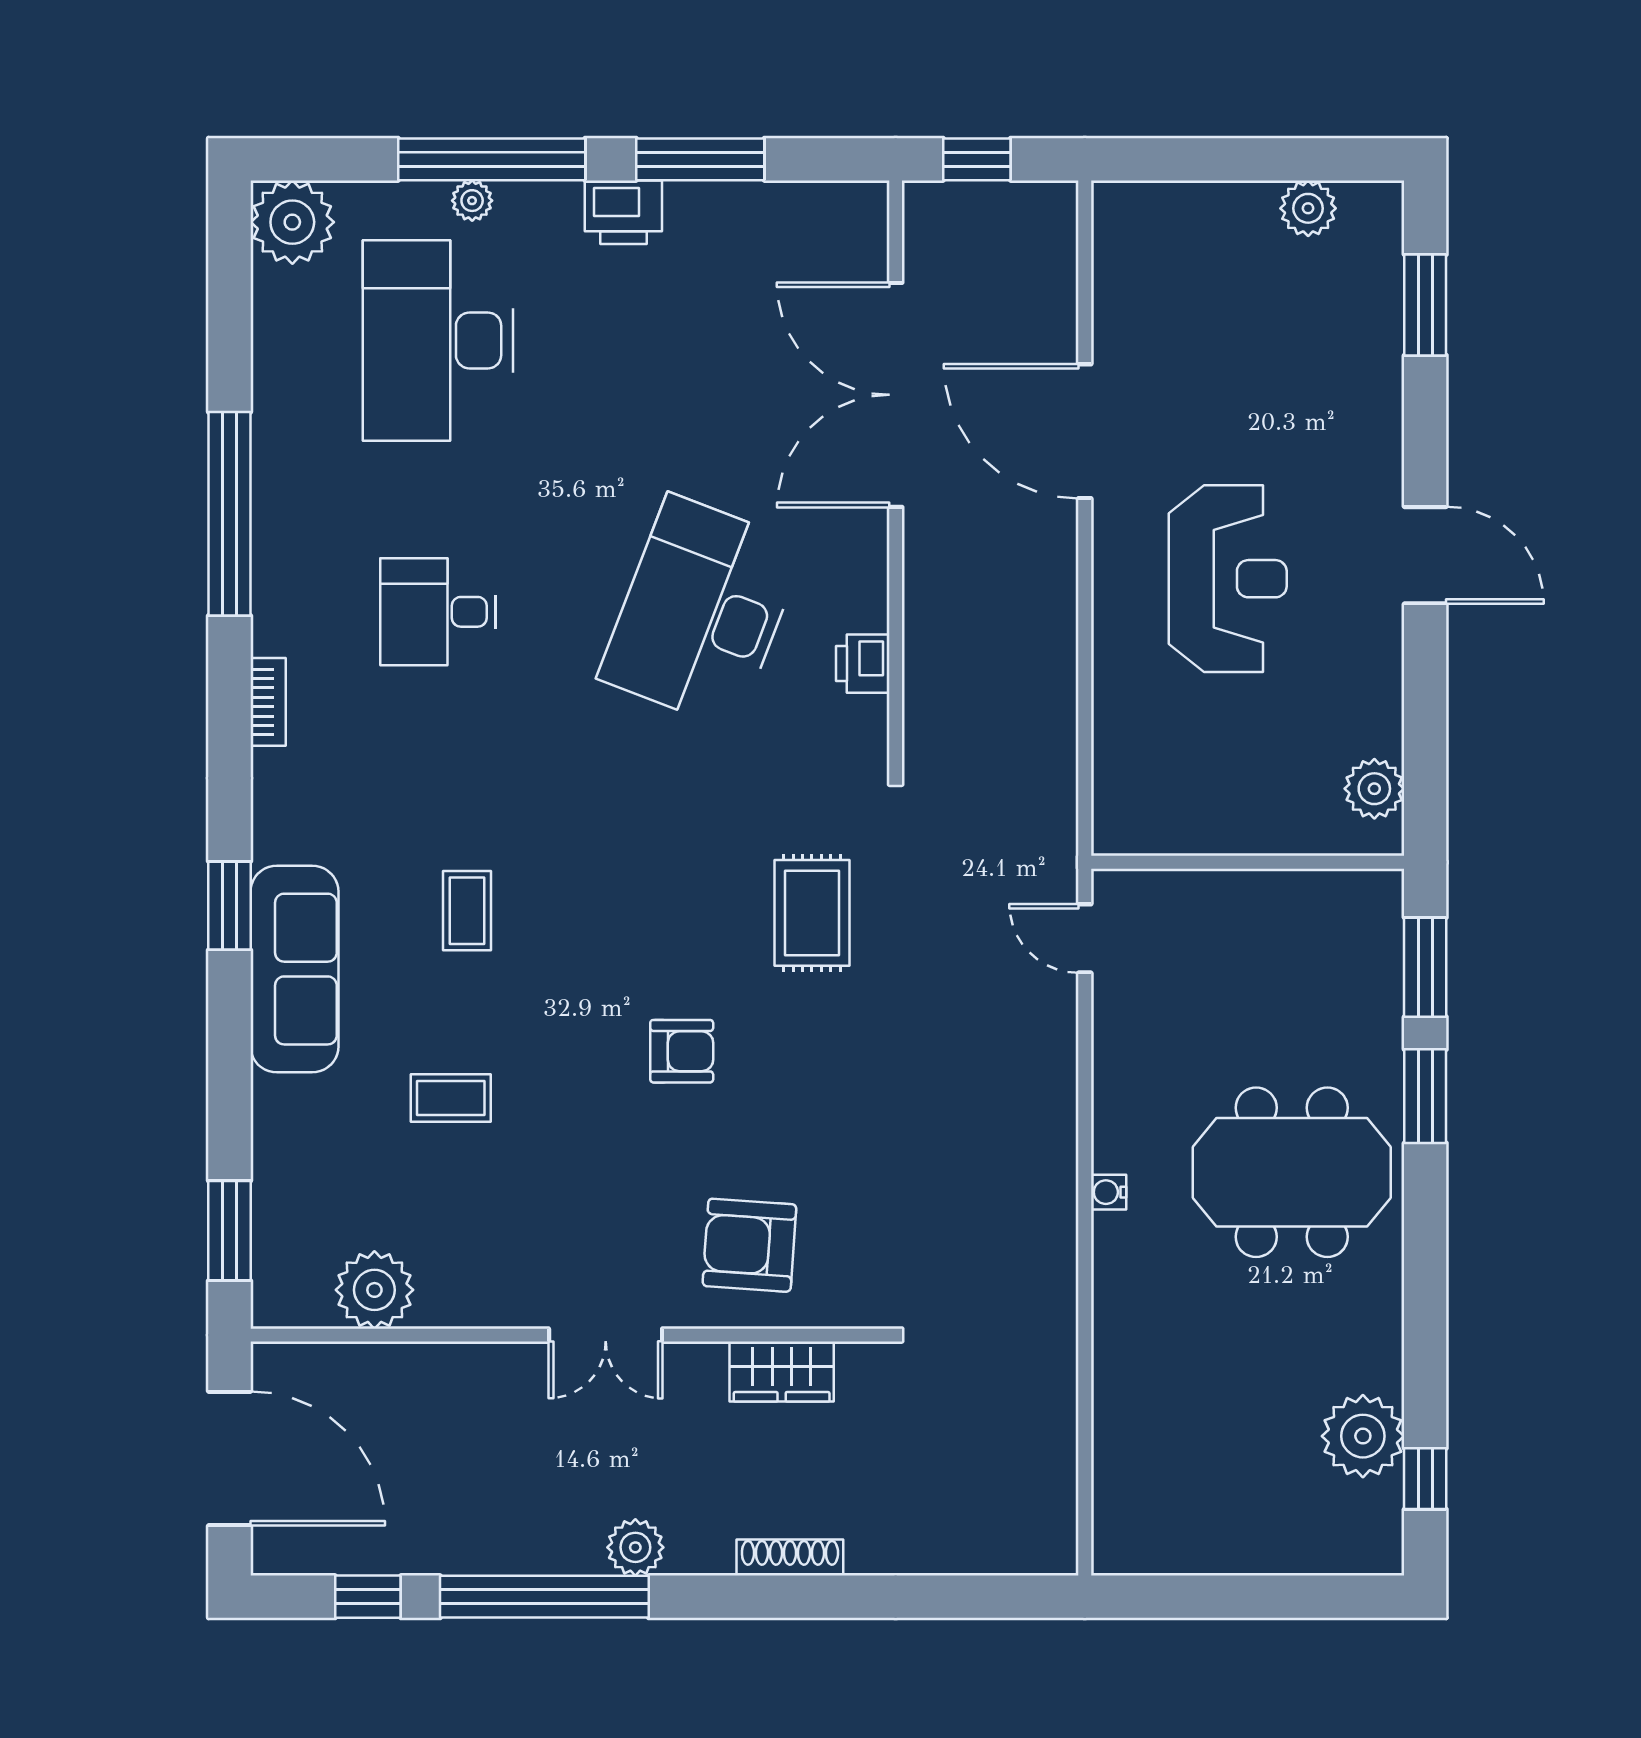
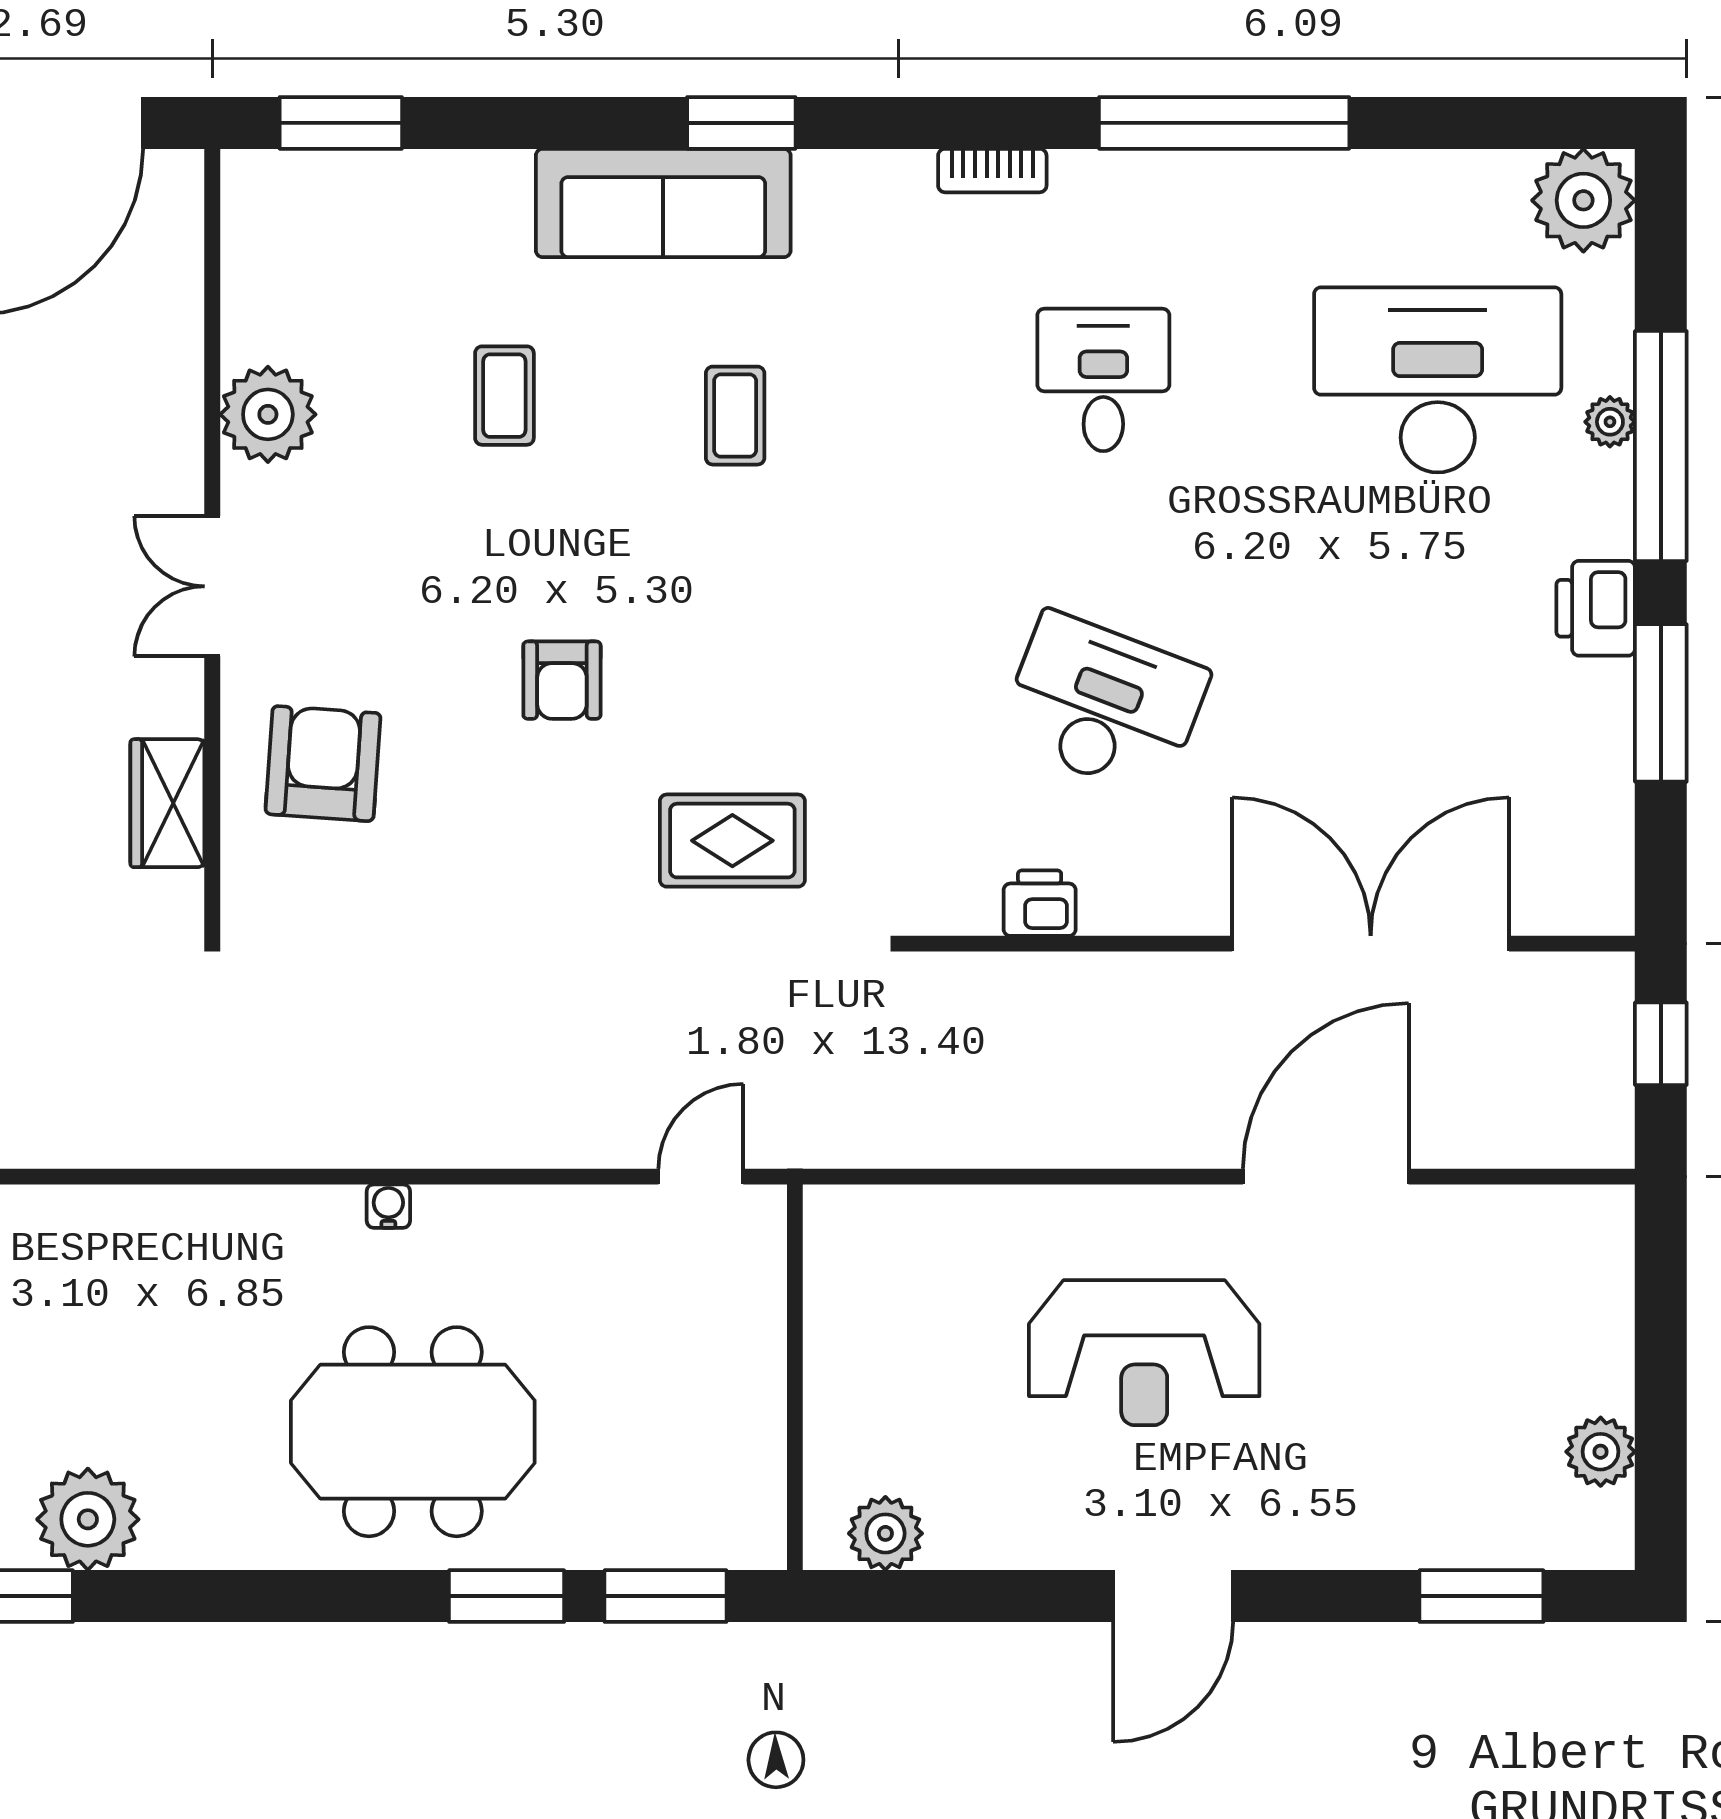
desk: (702, 612) -> (1103, 705), width x0.73, depth x0.77
coffee table: (467, 911) -> (735, 416), turned 90
meeting table: (1292, 1172) -> (413, 1432), turned 90
plant: (374, 1290) -> (268, 414), moved

